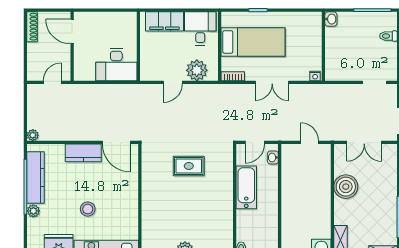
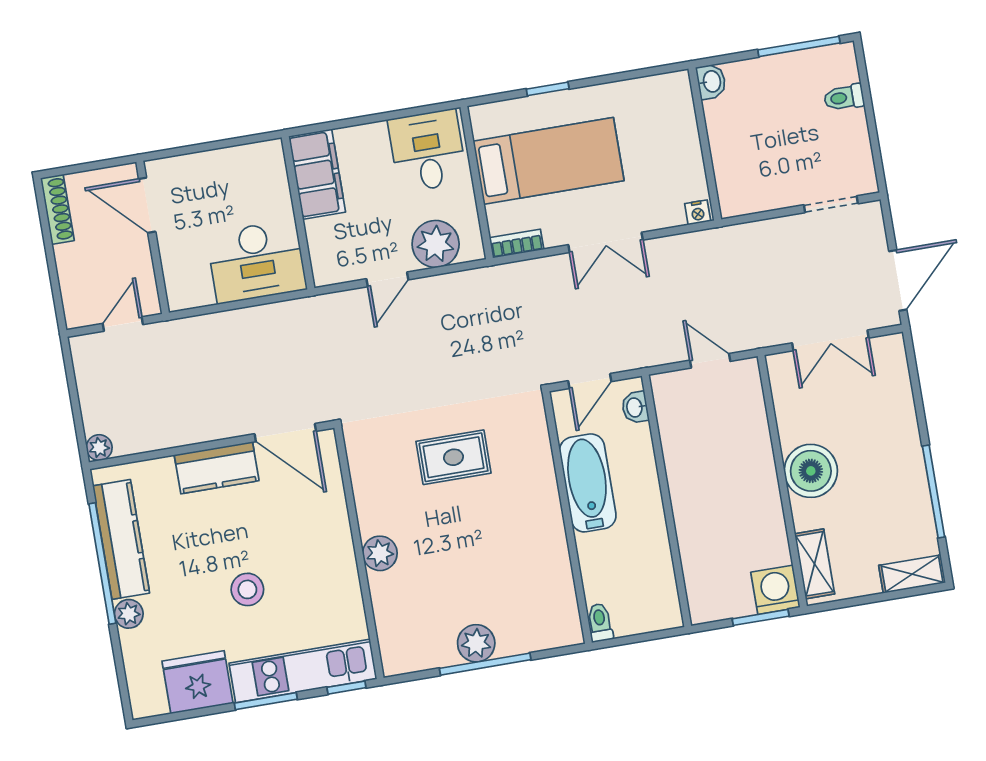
filing cabinet: (164, 21) -> (317, 174), moved, turned -90
boiler: (346, 187) -> (811, 471), moved
plant: (149, 203) -> (380, 553), added

